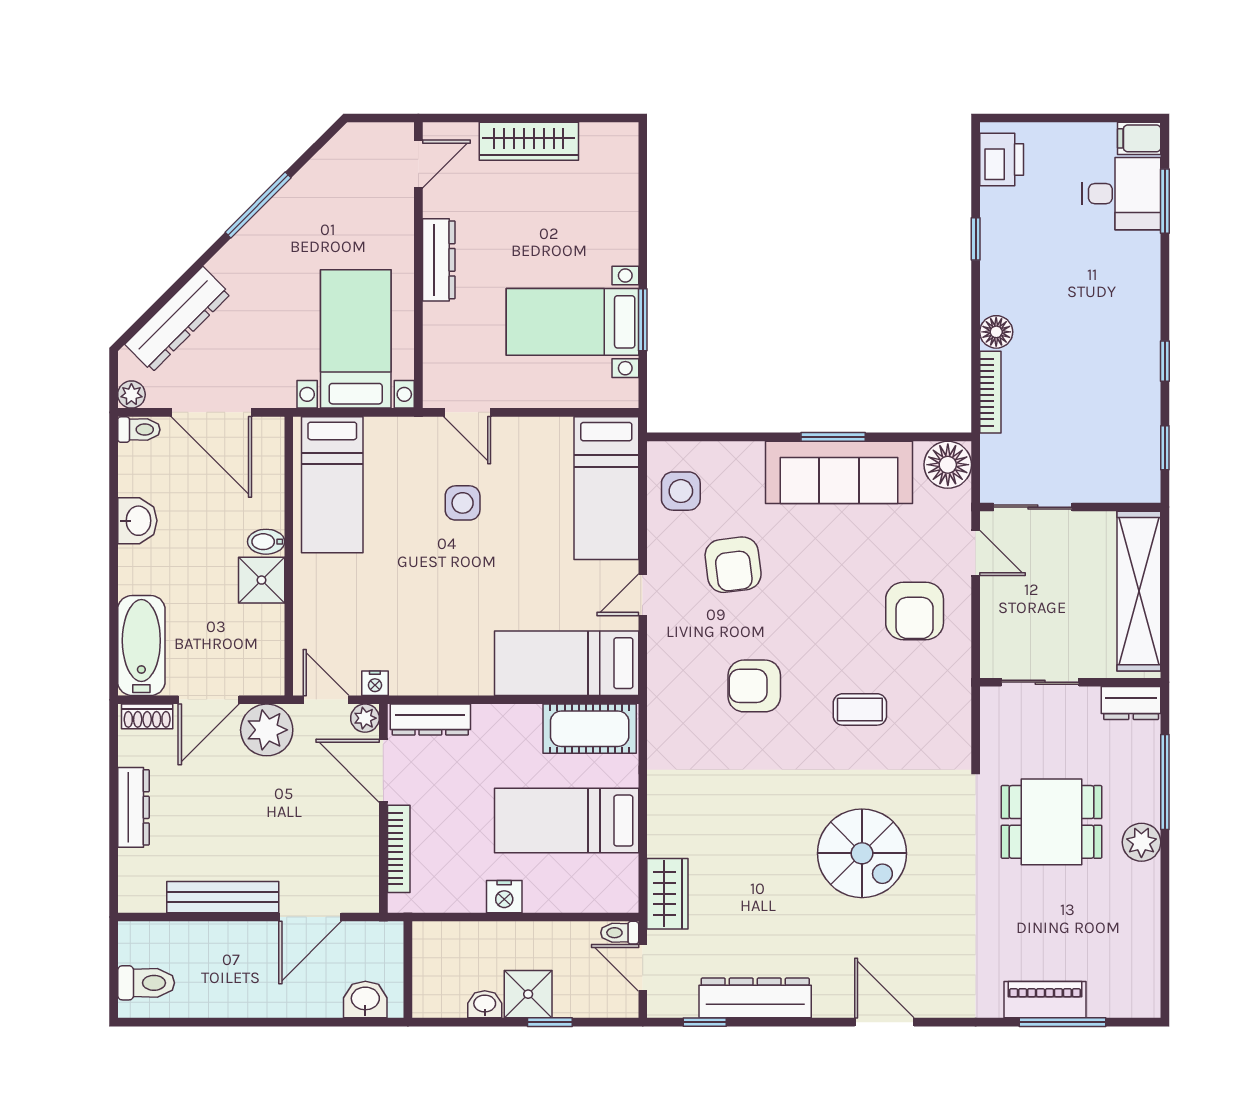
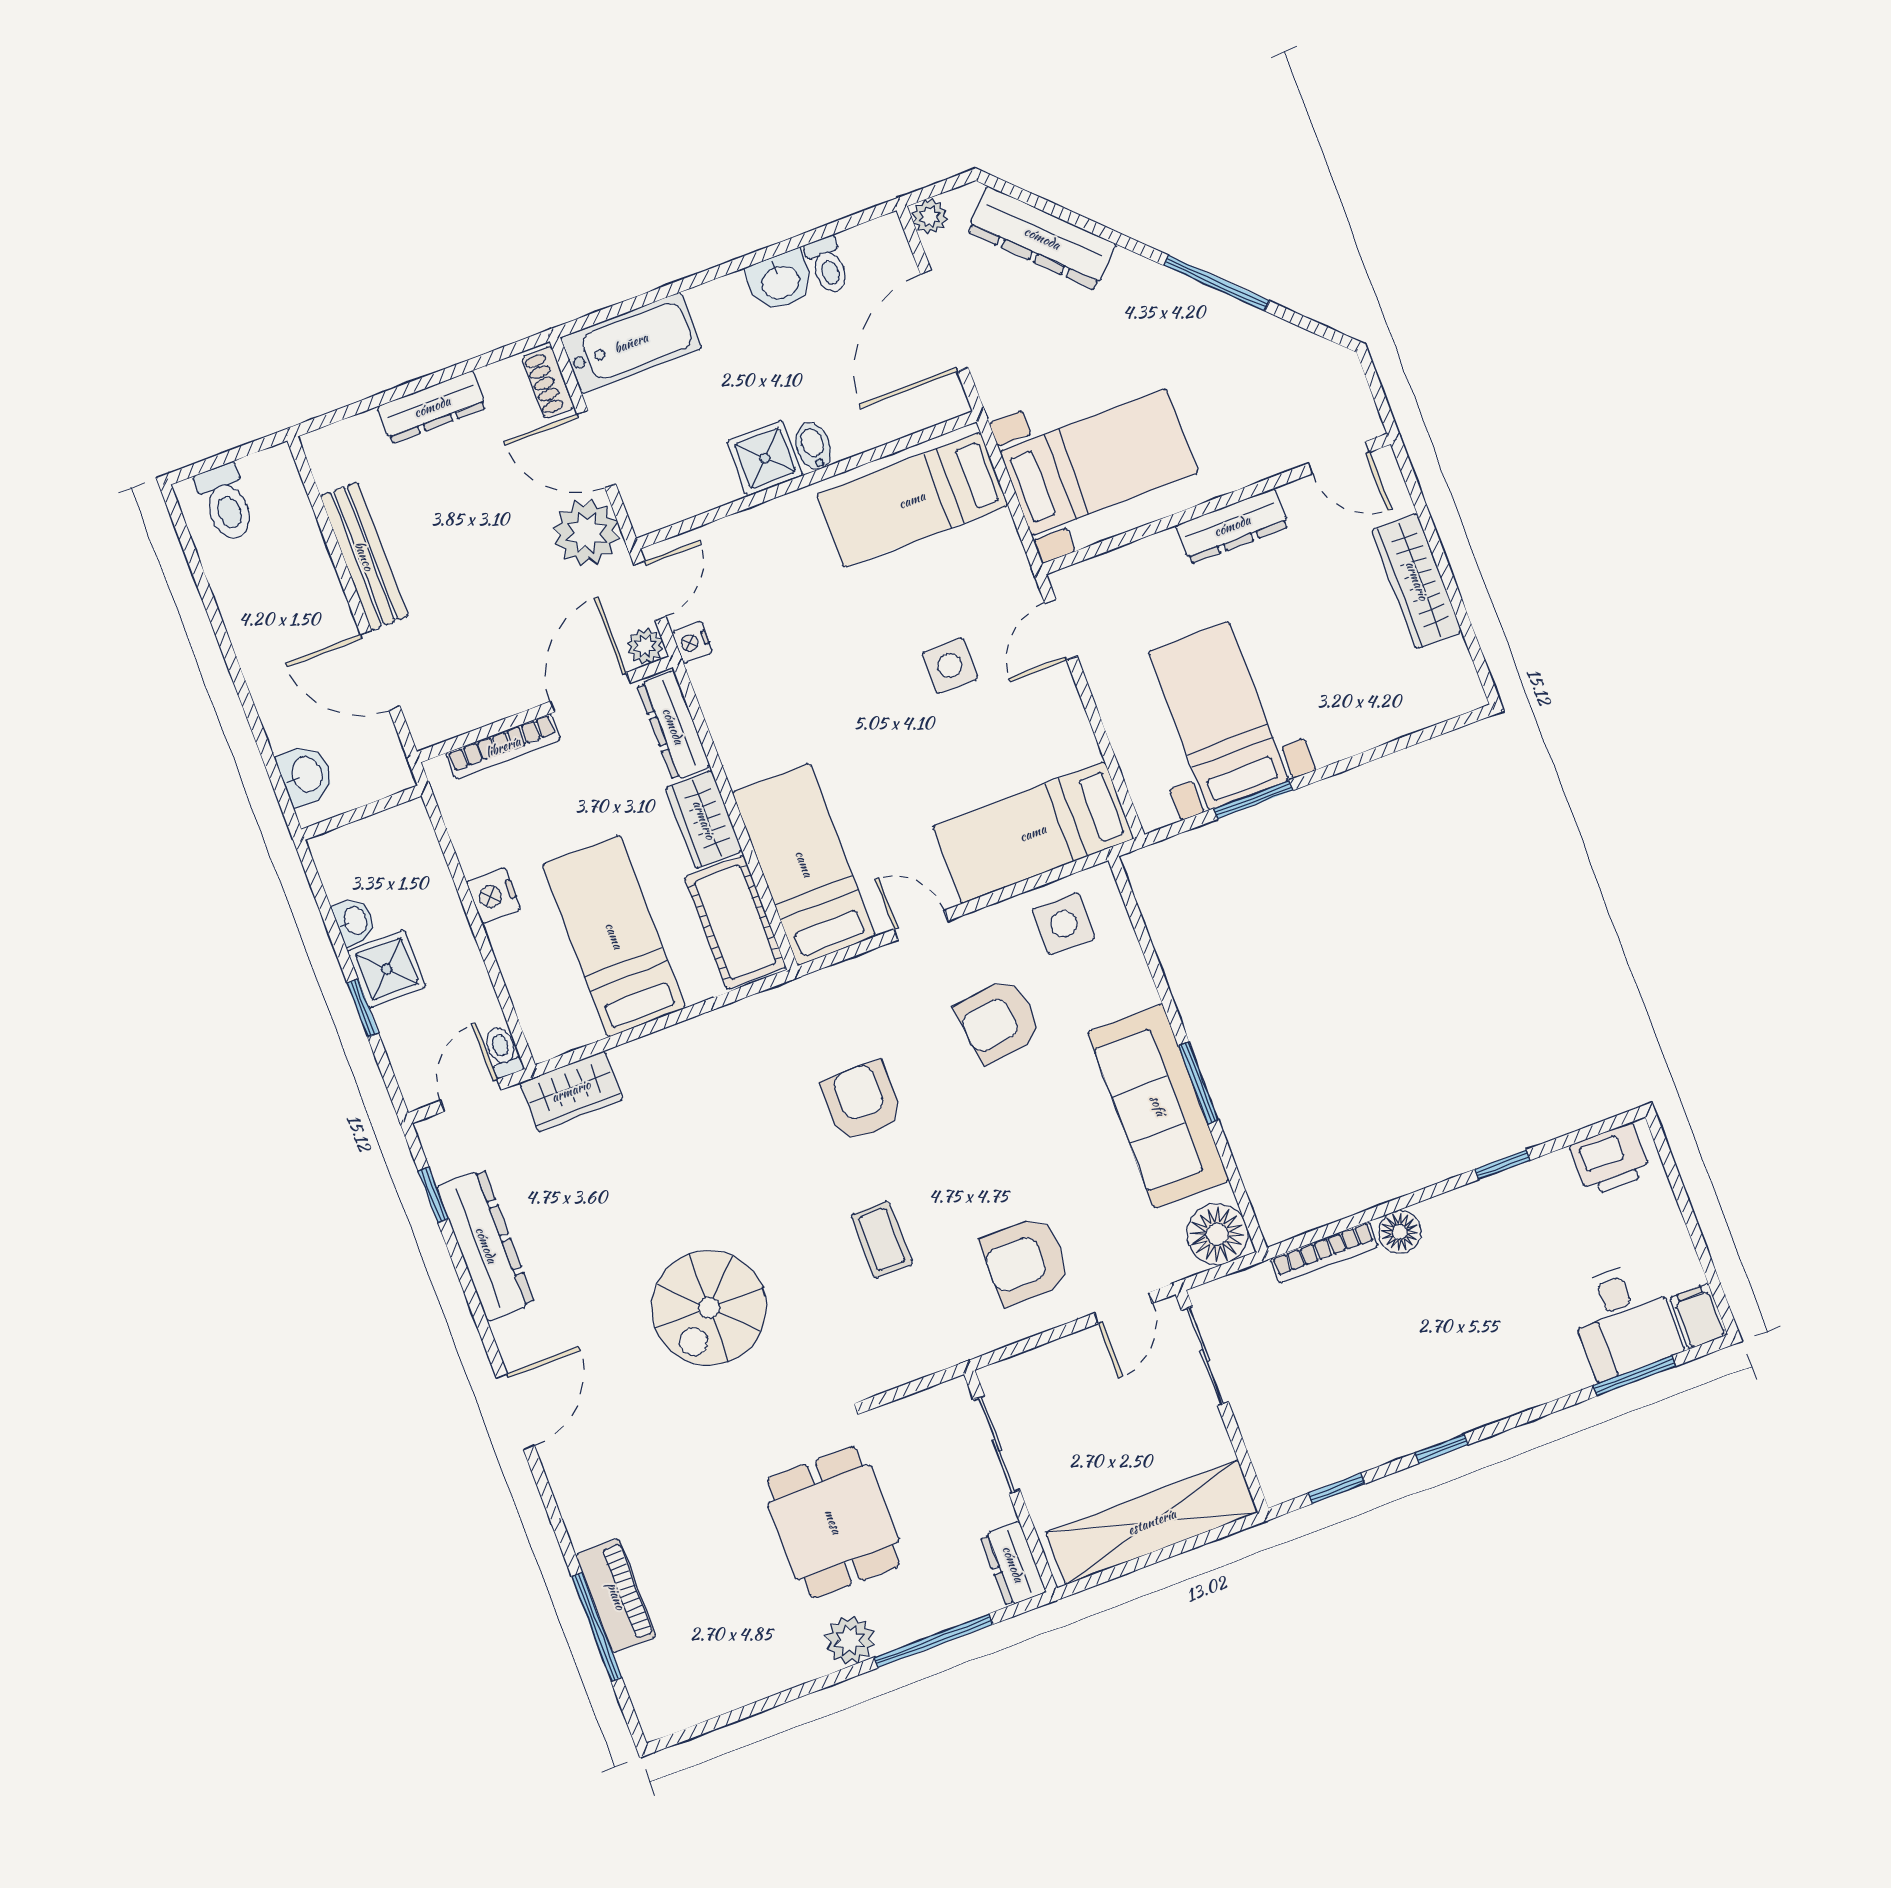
toilet: (139, 430) -> (828, 265), moved
wardrobe: (507, 723) -> (704, 820), added

